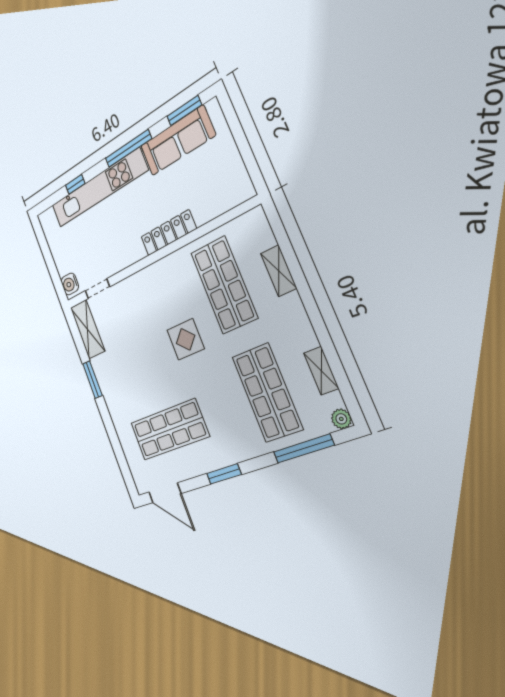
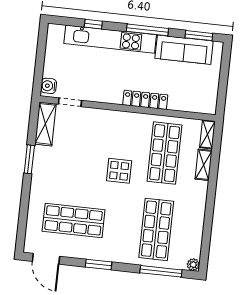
shelving: (321, 371) -> (207, 134), moved

